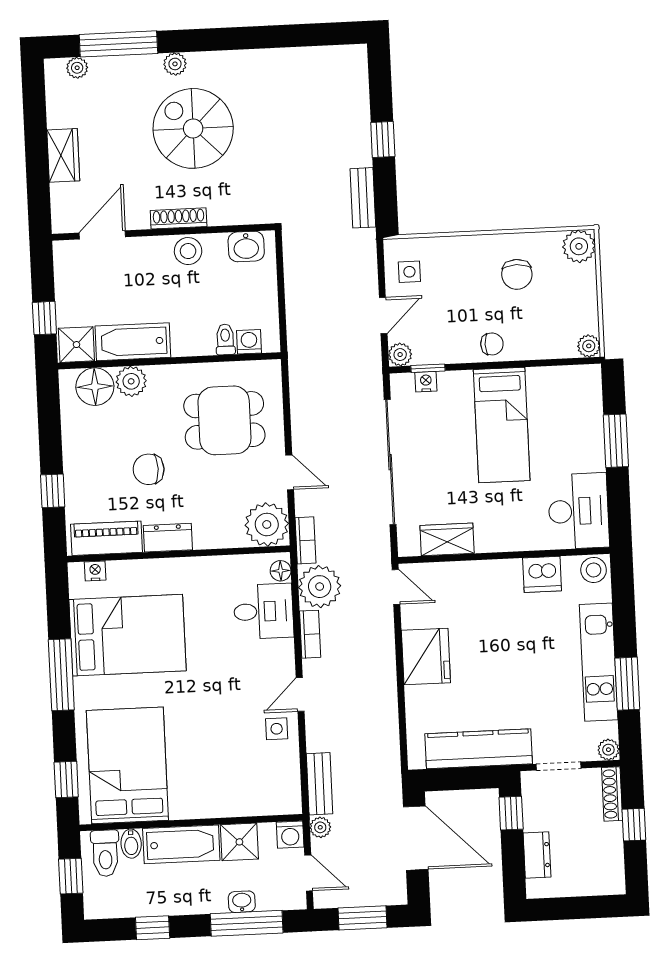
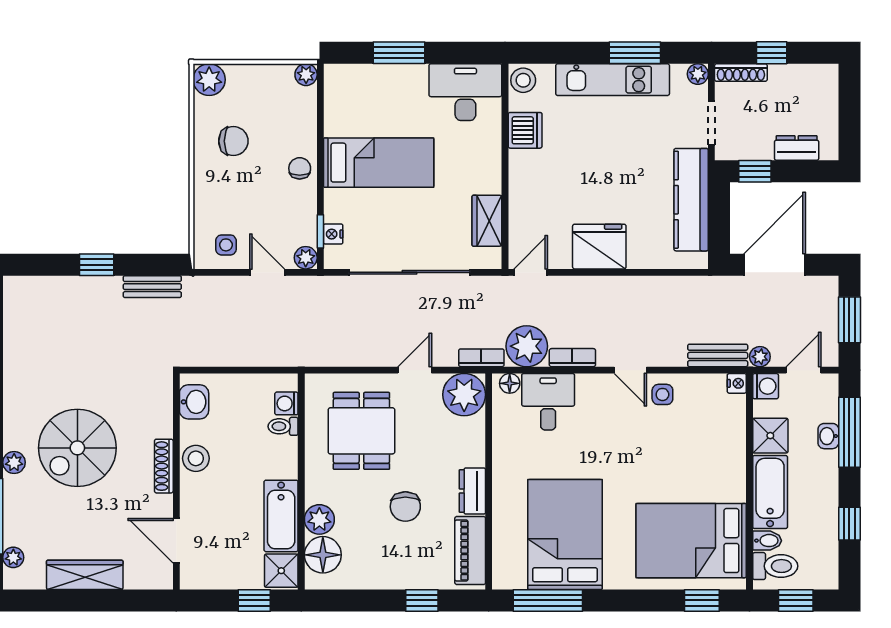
wardrobe: (63, 155) -> (85, 575), width x1.50
nightstand: (95, 571) -> (737, 383), moved, turned 180
window: (61, 675) -> (548, 600), moved

